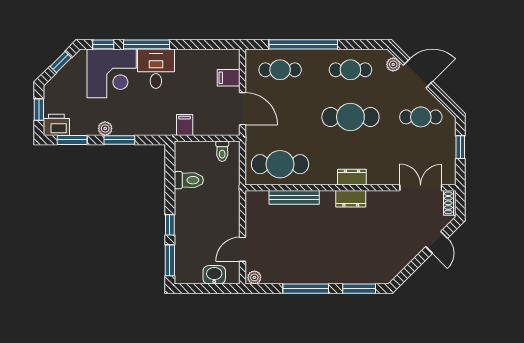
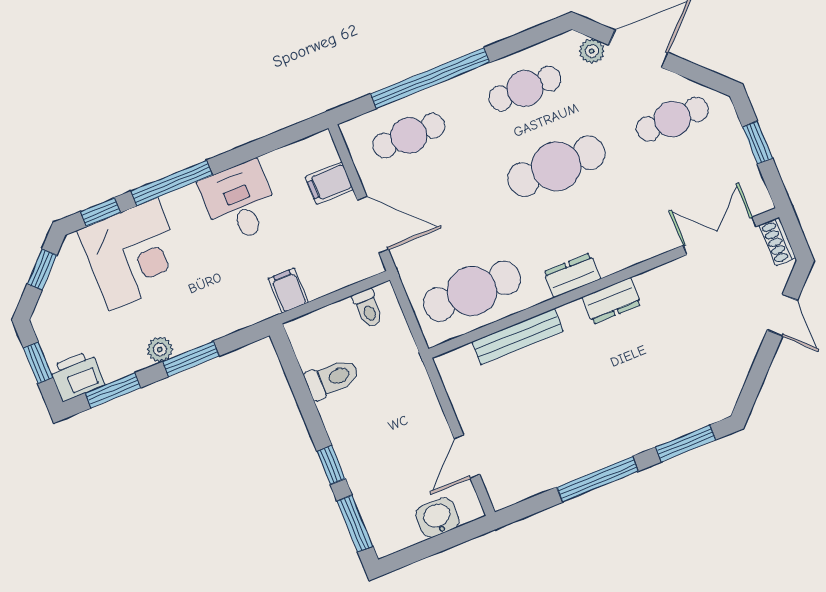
desk: (156, 69) -> (240, 202), moved
dresser: (352, 177) -> (572, 275), moved
plant: (254, 277) -> (505, 495), removed

